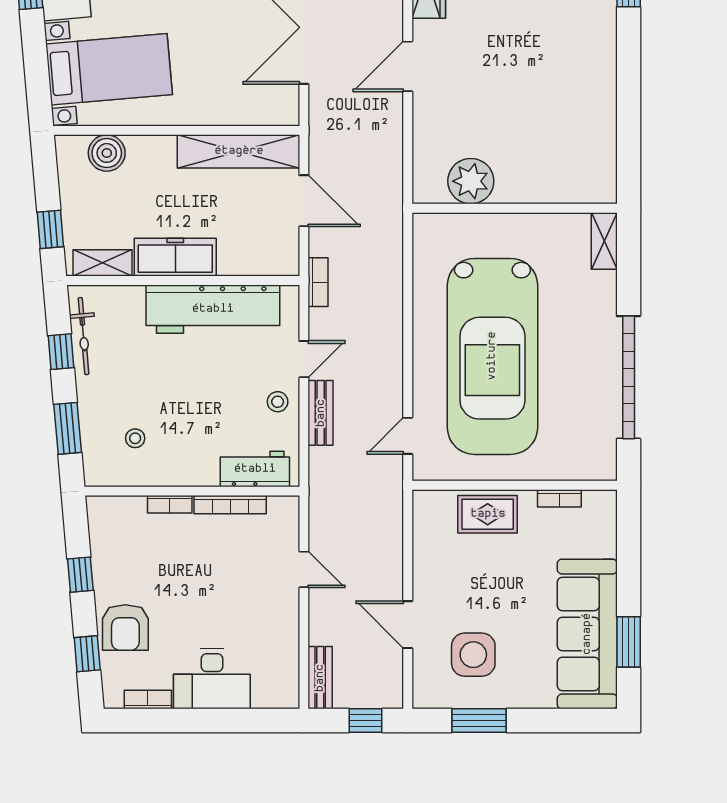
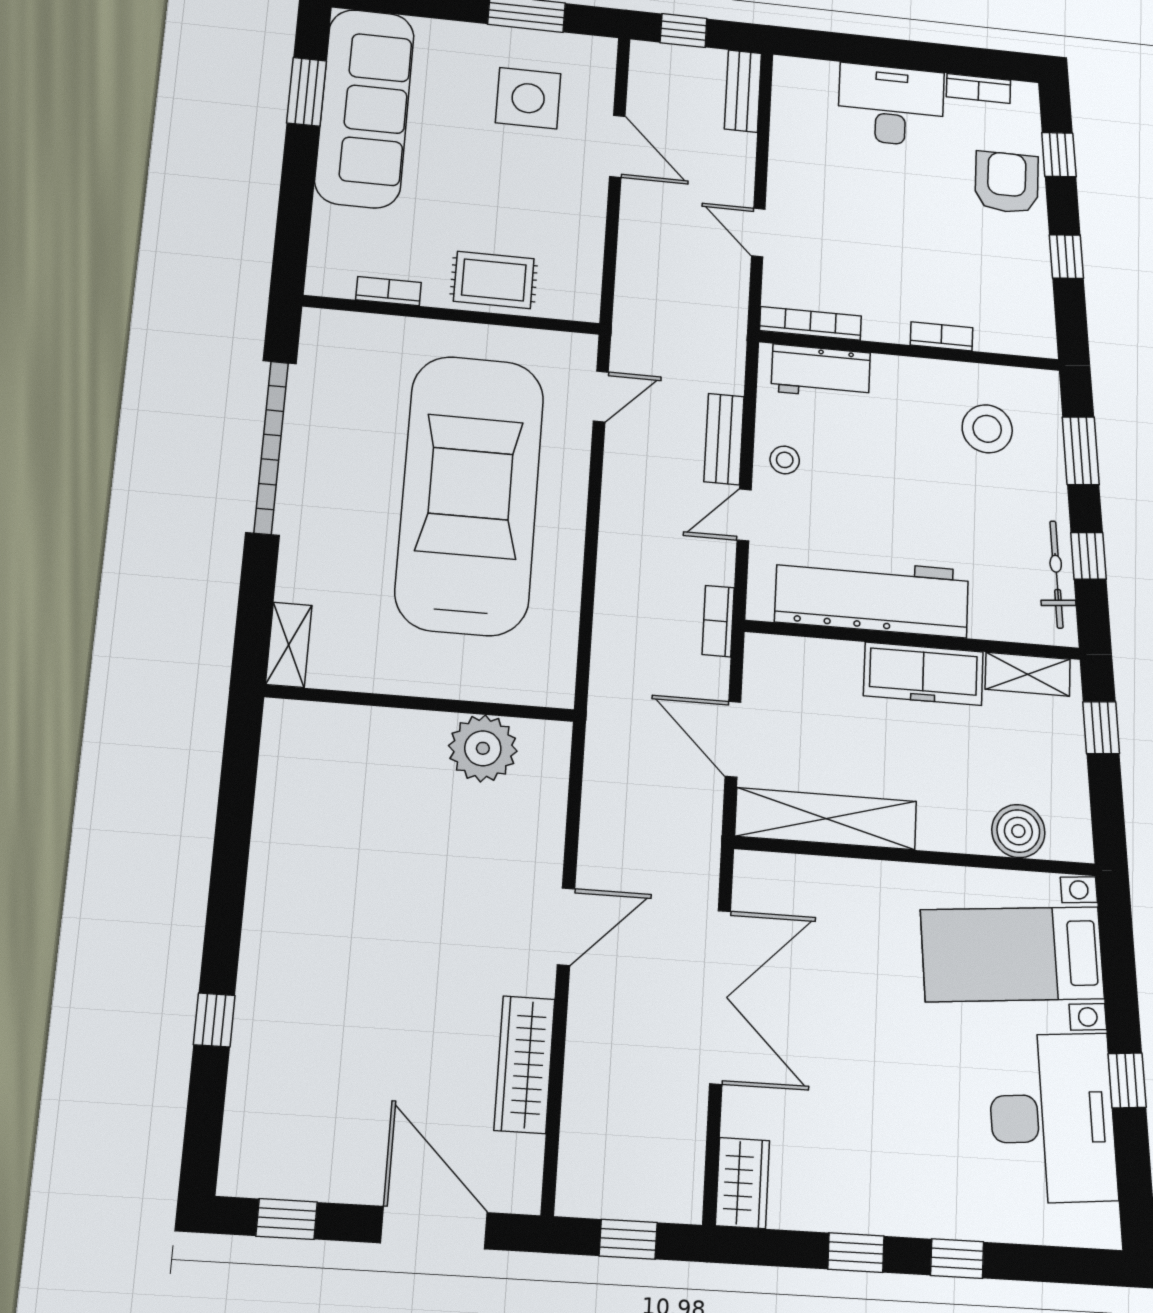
stool: (135, 438) -> (987, 429), width x1.89, depth x1.89
bookcase: (230, 505) -> (811, 323), moved

